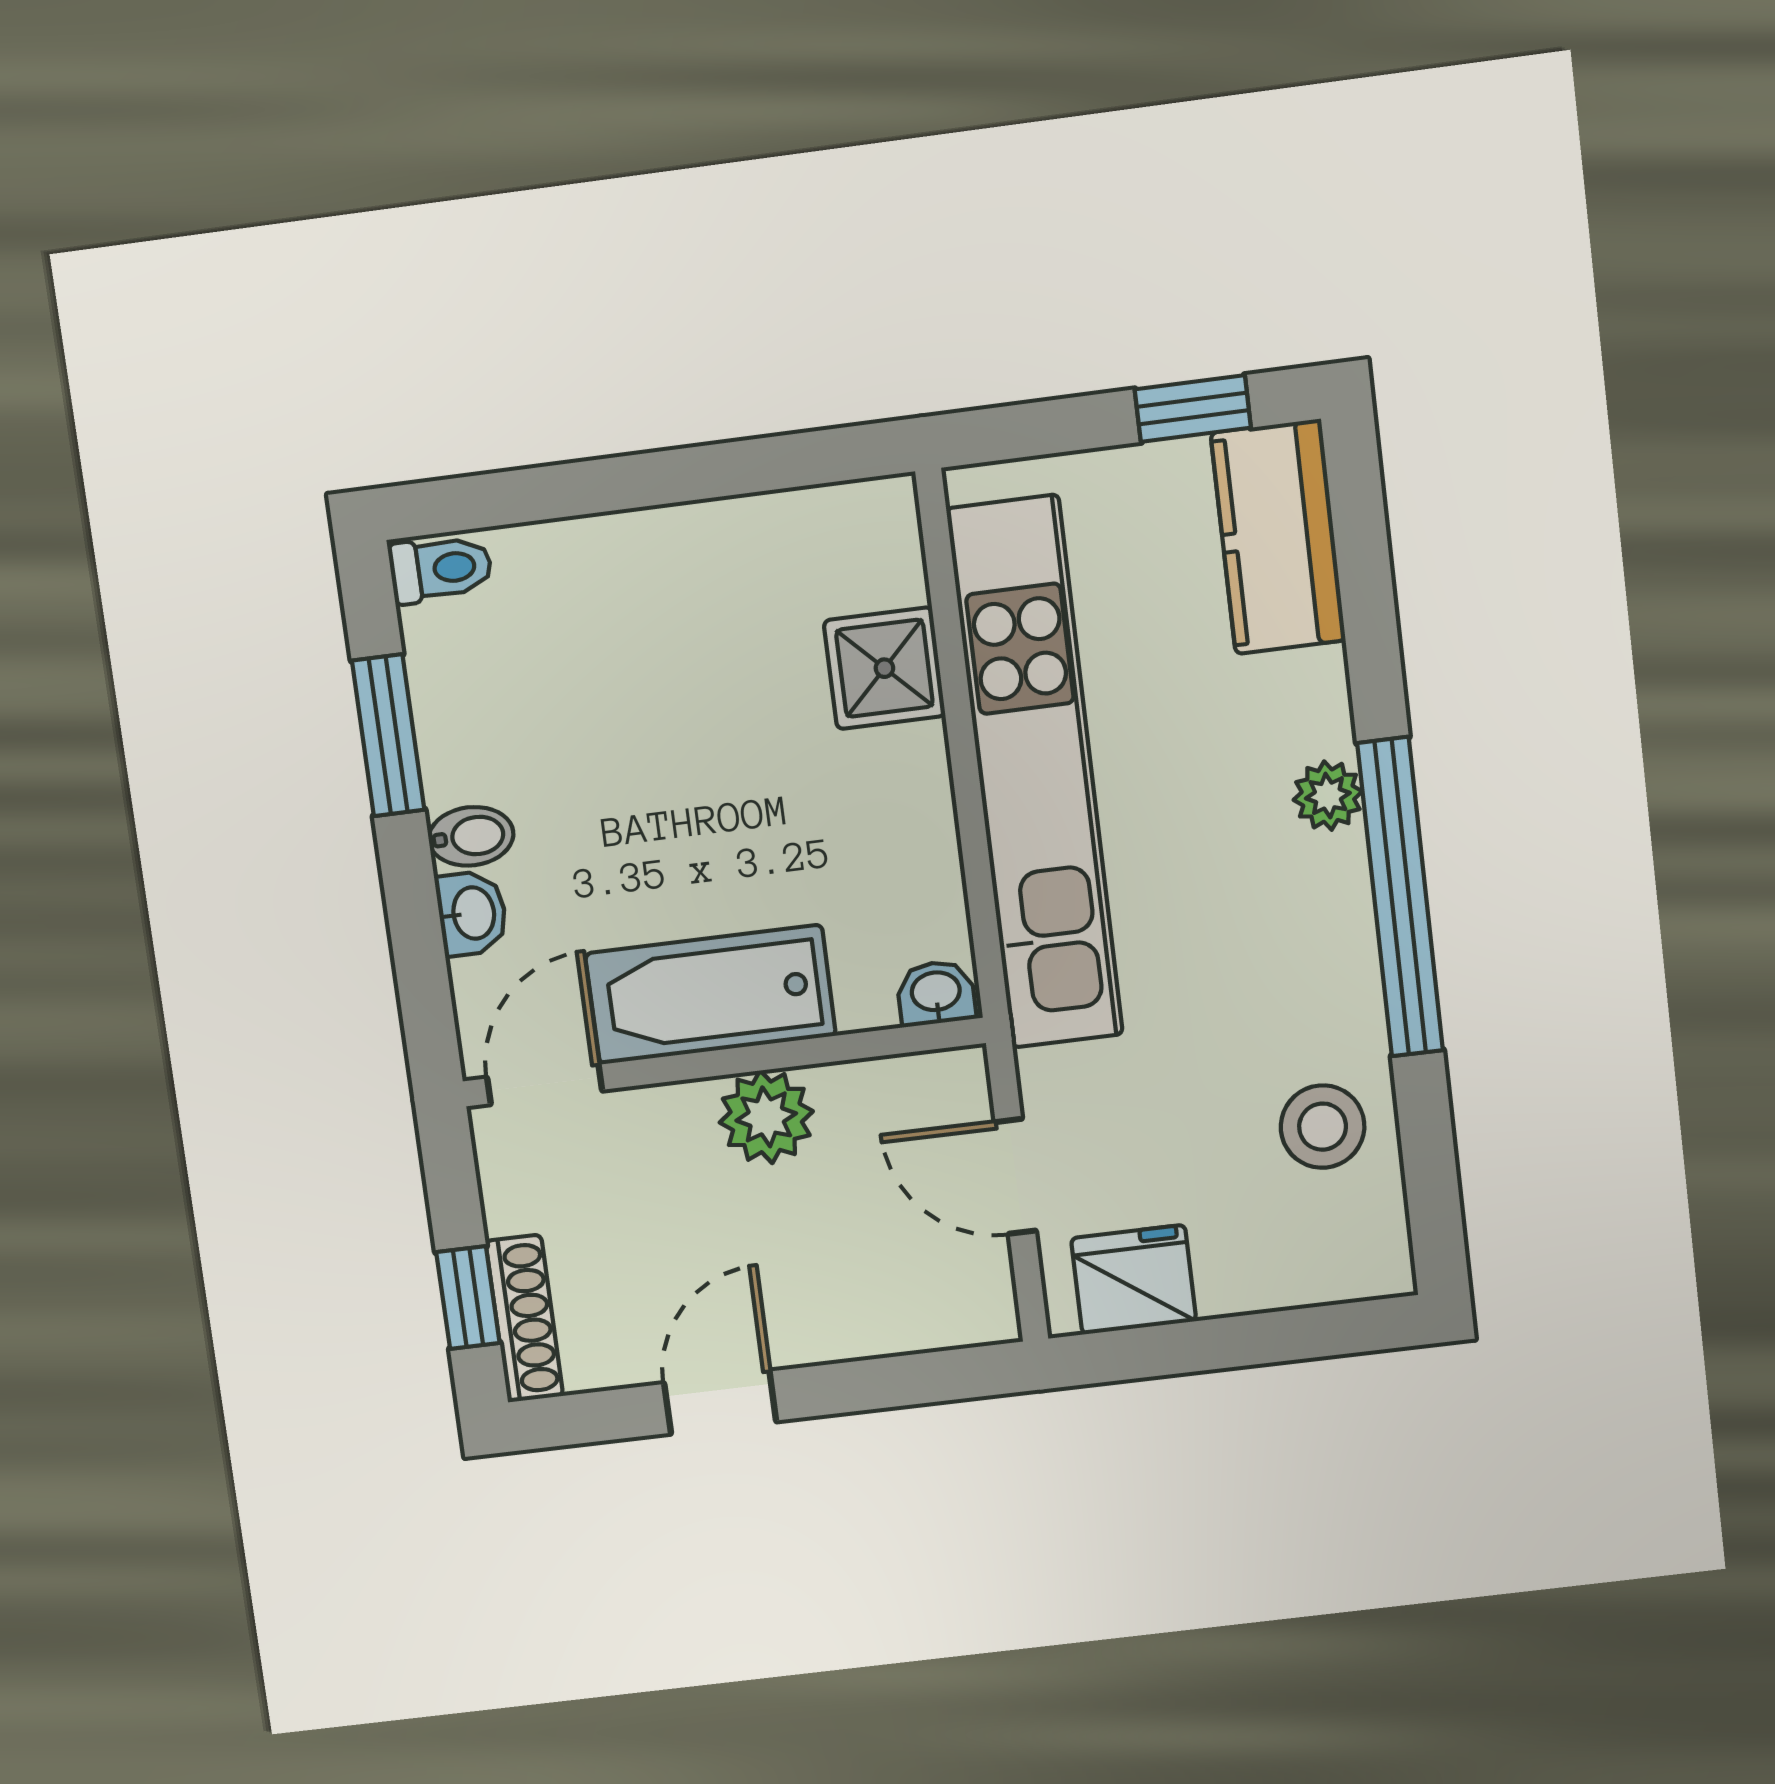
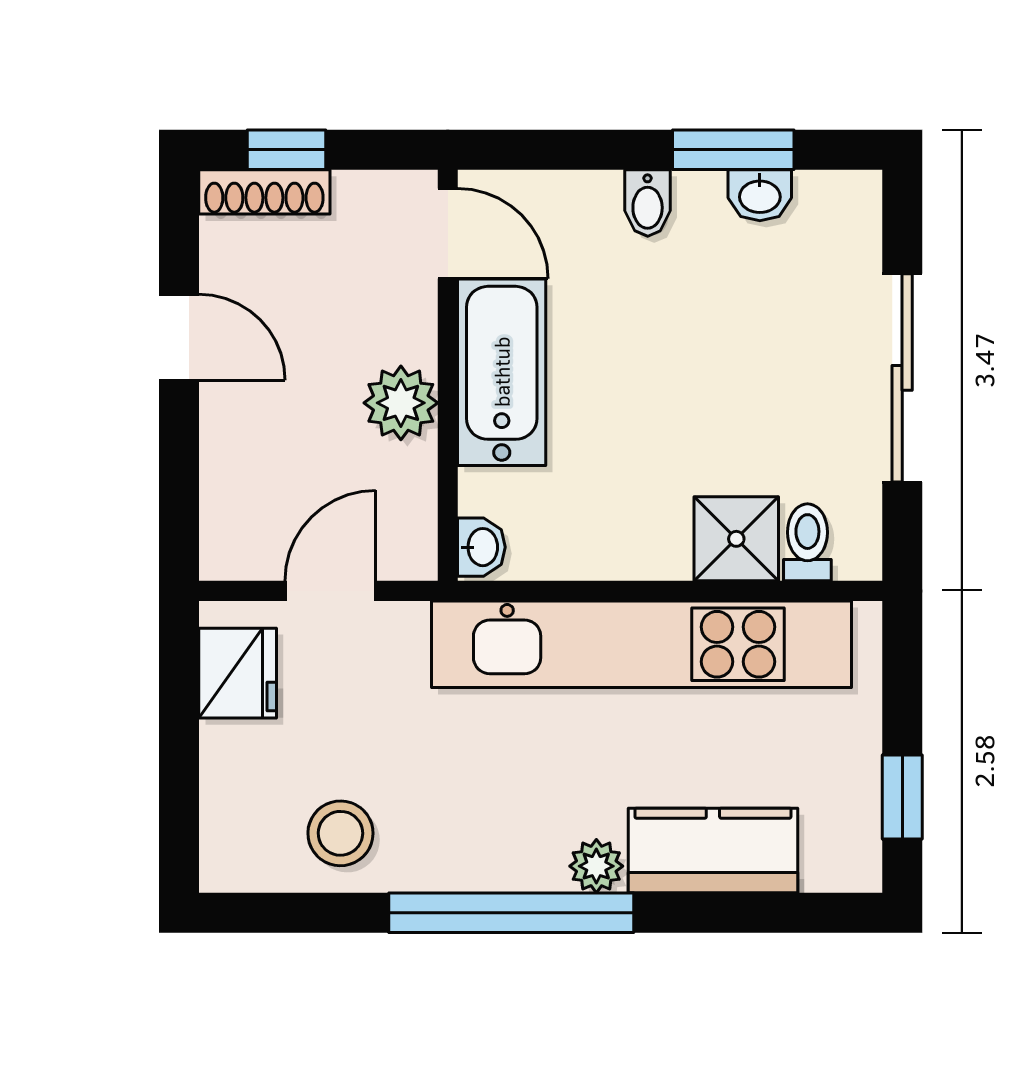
sliding door: (650, 479) -> (902, 378), added
kitchen counter: (1278, 537) -> (713, 850), moved
toilet: (441, 569) -> (807, 542), moved, turned 180
washbasin: (472, 913) -> (760, 195), moved

